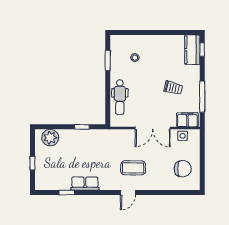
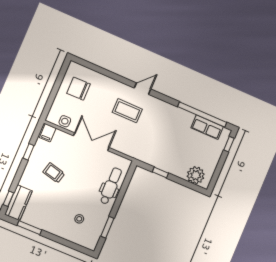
window: (174, 32) -> (29, 228), added
window: (202, 97) -> (28, 152), width x0.46
filing cabinet: (187, 120) -> (48, 133), width x0.50
window: (32, 163) -> (229, 144), moved
row of seats: (85, 183) -> (207, 127), moved
window: (67, 193) -> (202, 115), width x3.17

